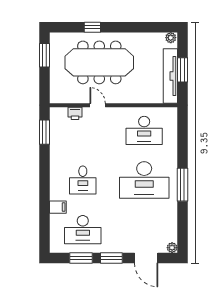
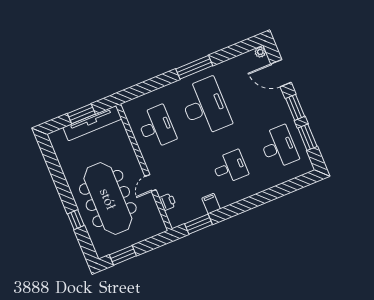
plant: (171, 38) -> (55, 138), removed
filing cabinet: (58, 207) -> (211, 204), moved
door: (146, 258) -> (281, 73), swing flipped

